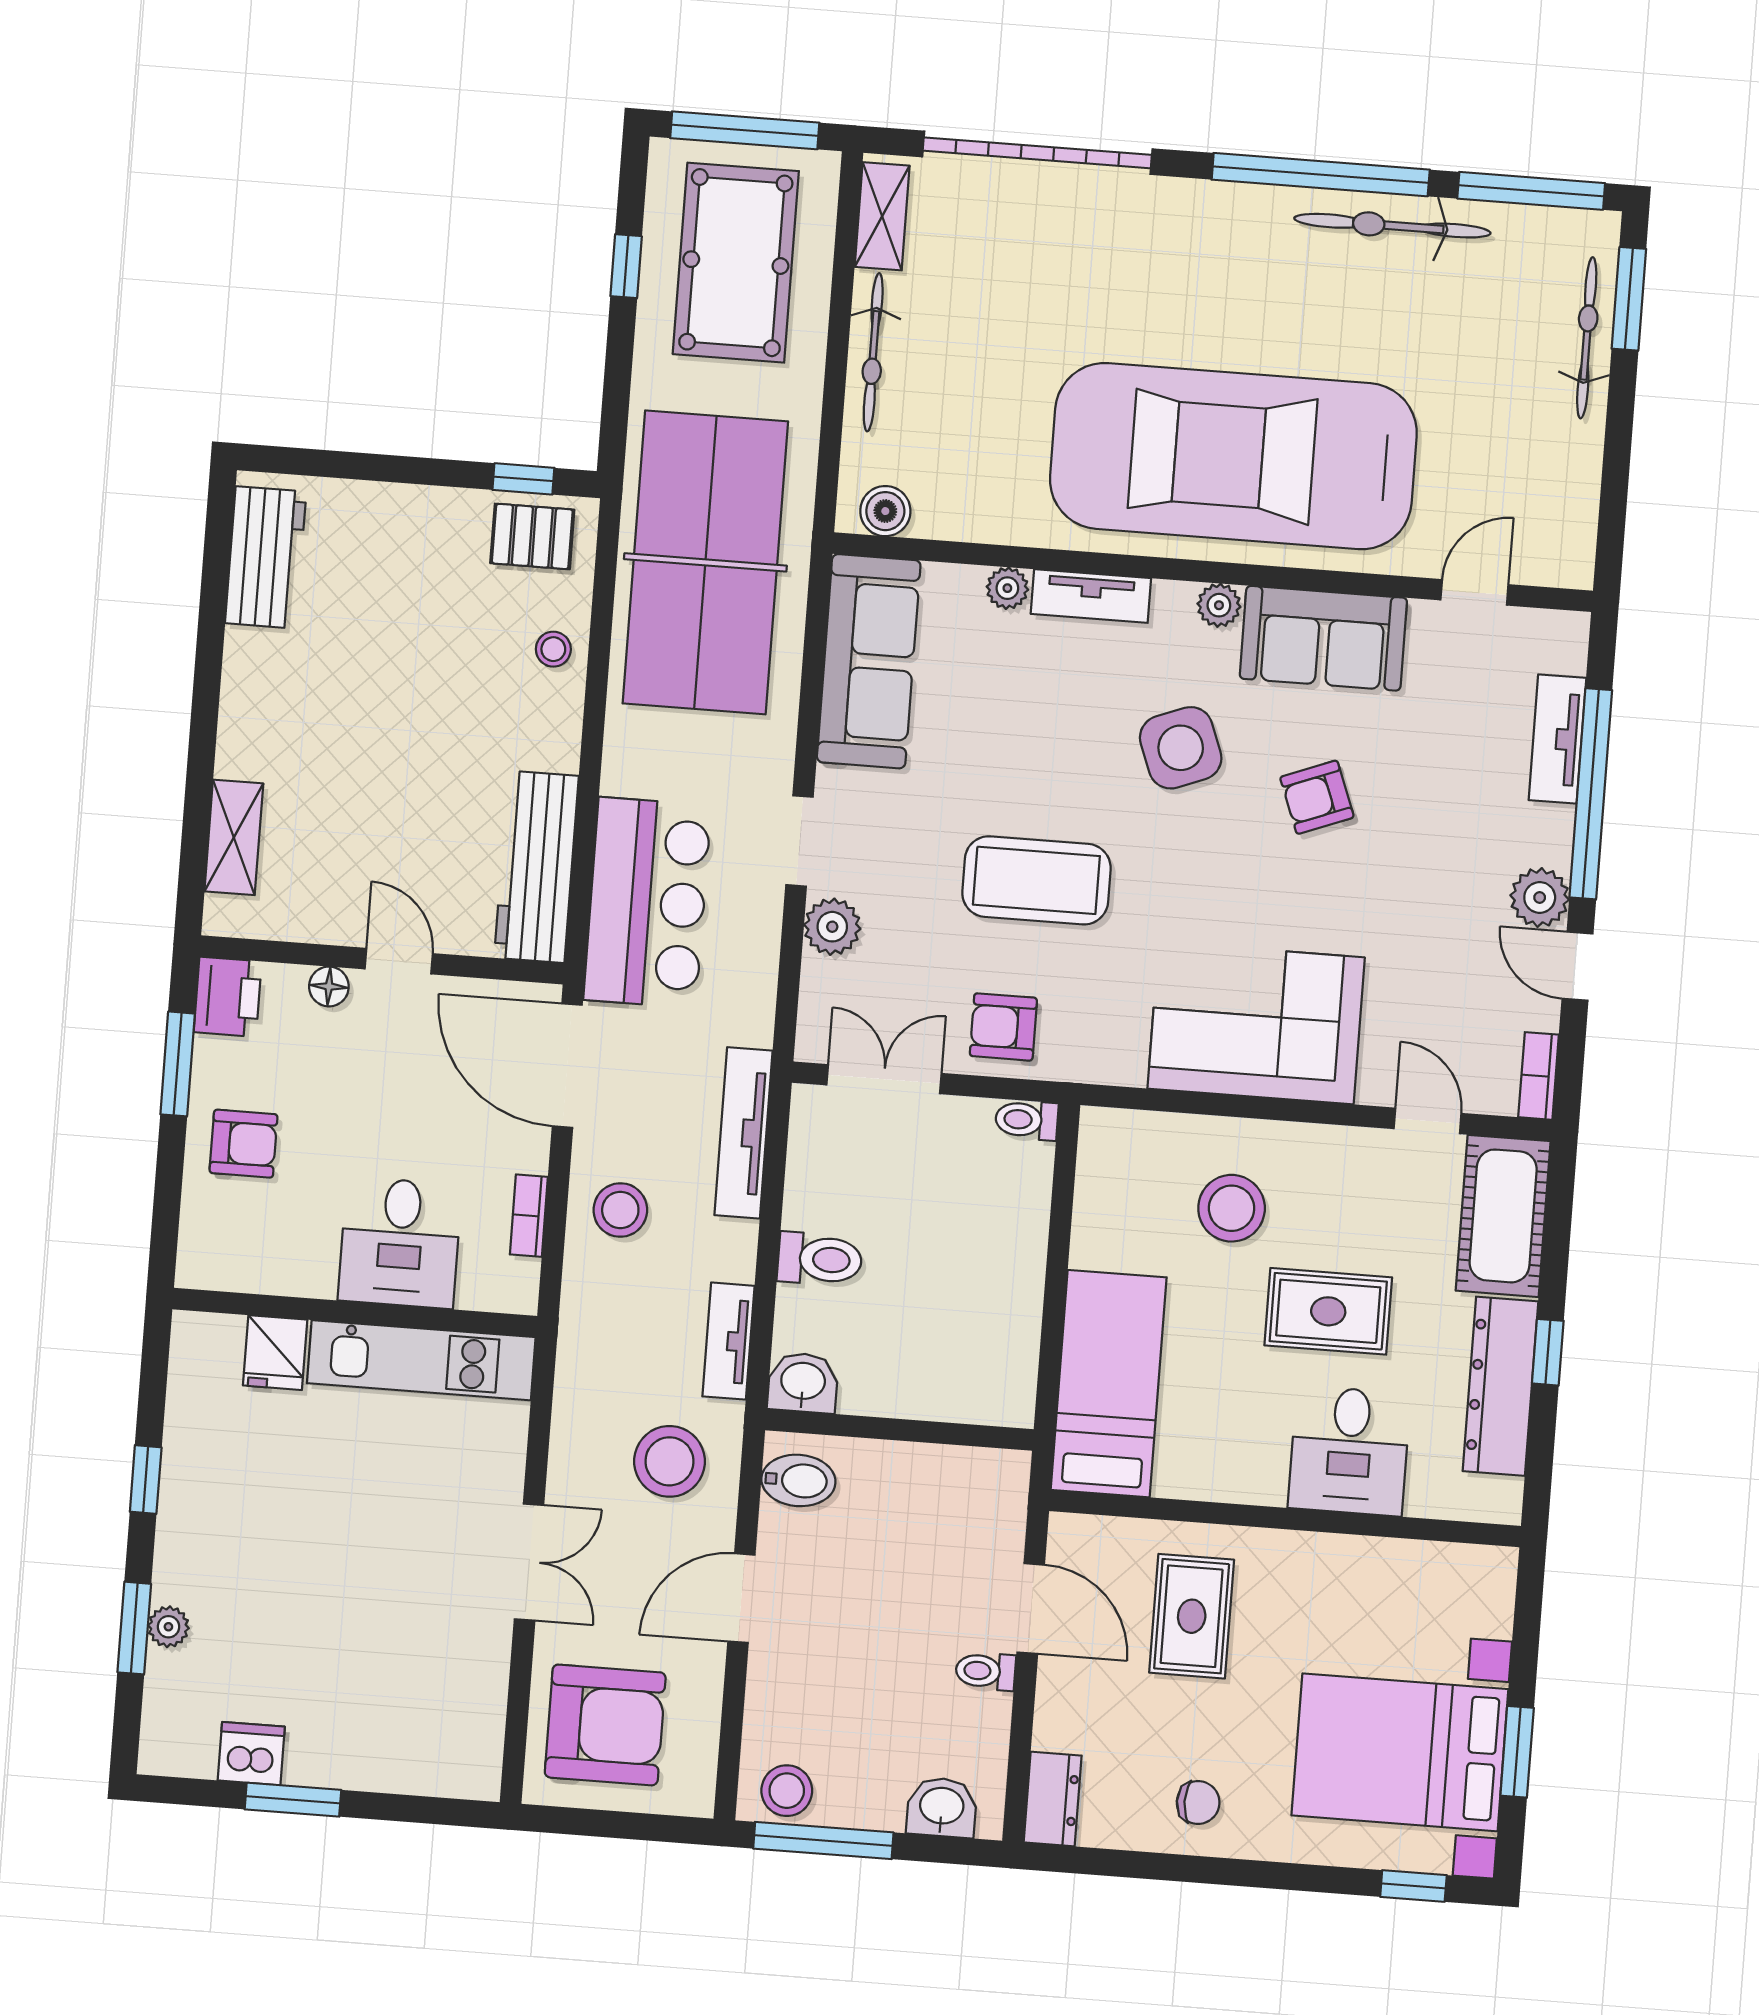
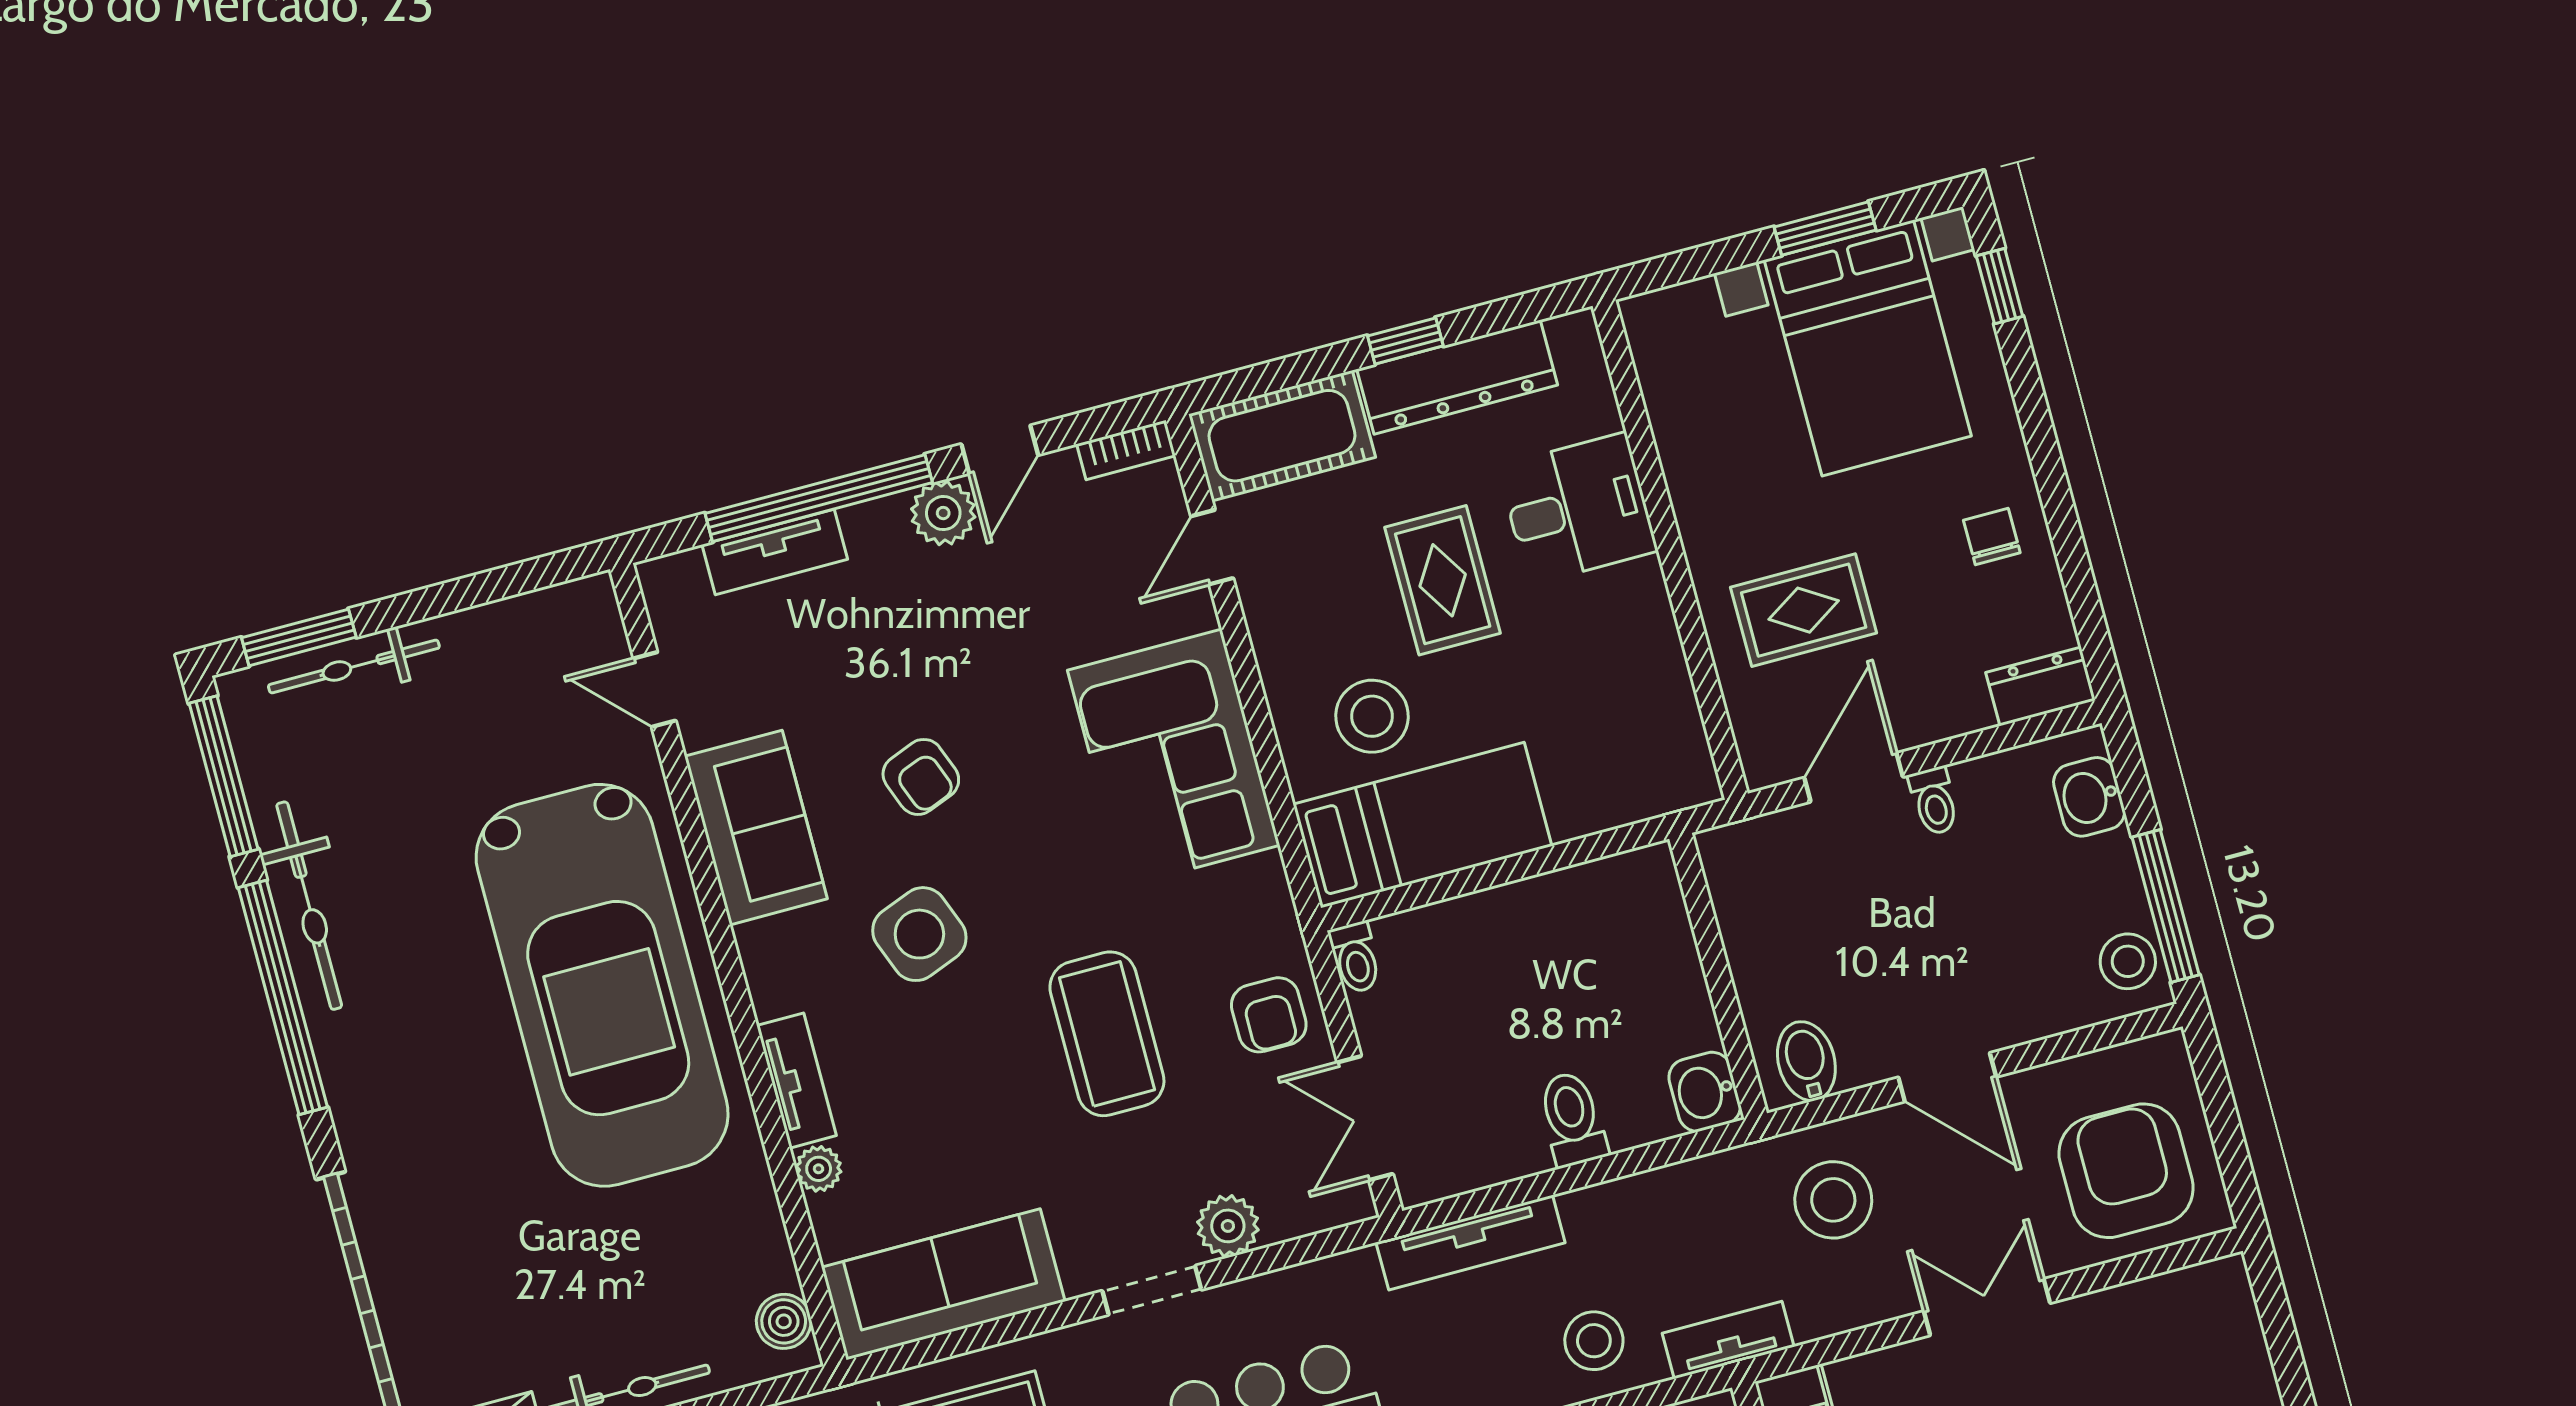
plant: (1219, 605) -> (760, 946), removed
tv unit: (728, 1341) -> (1728, 1340), moved, turned 180
bed: (1109, 1384) -> (1422, 825), moved, turned 180

